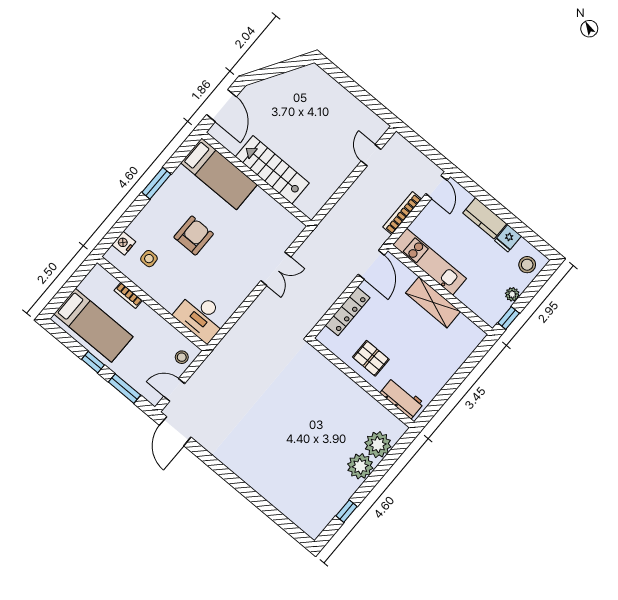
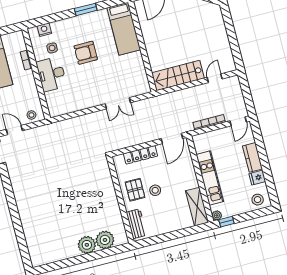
stairs: (272, 170) -> (178, 76), moved, turned -90
armchair: (194, 236) -> (86, 53), turned 180
kitchen unit: (430, 262) -> (210, 178), moved
plant: (512, 294) -> (217, 215), moved
shelving: (433, 302) -> (197, 207), moved
desk: (201, 316) -> (51, 74), moved
stool: (396, 342) -> (155, 190), added
window: (346, 511) -> (62, 264), removed

